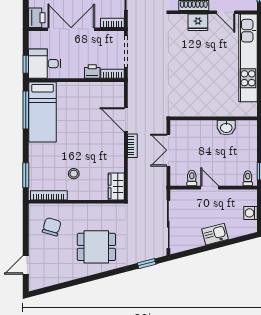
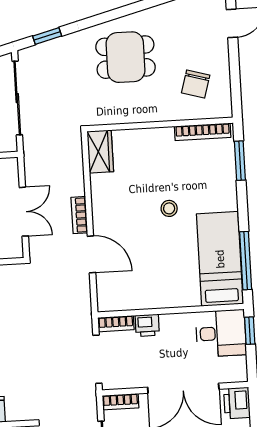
stool: (74, 174) -> (169, 208), moved

